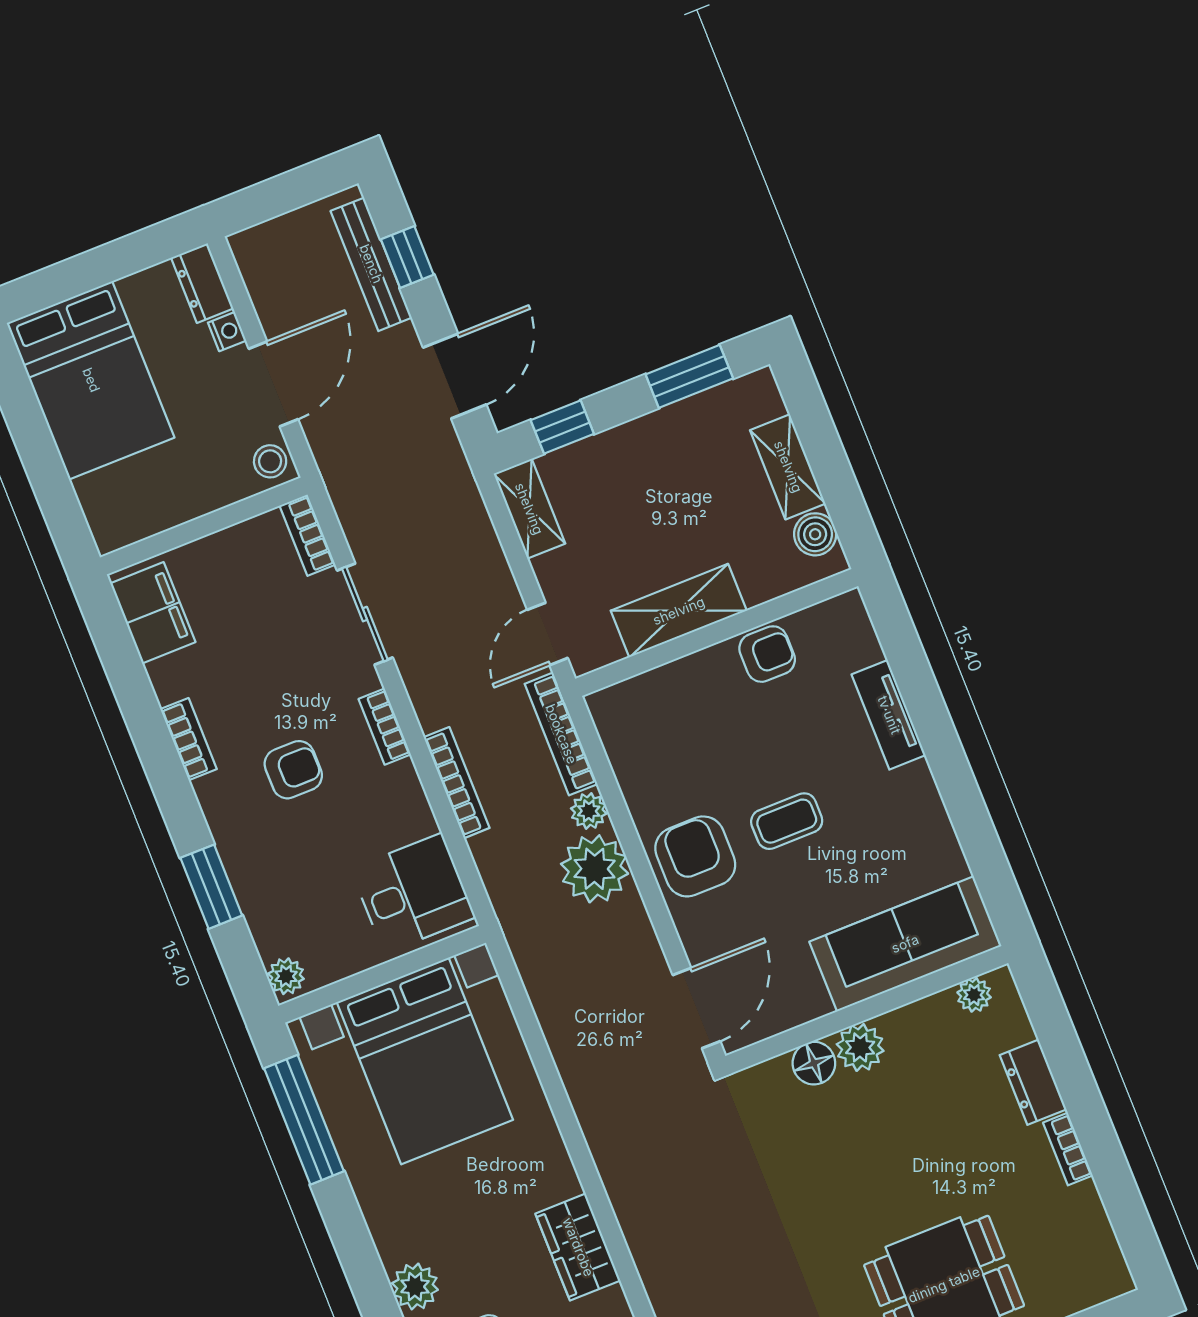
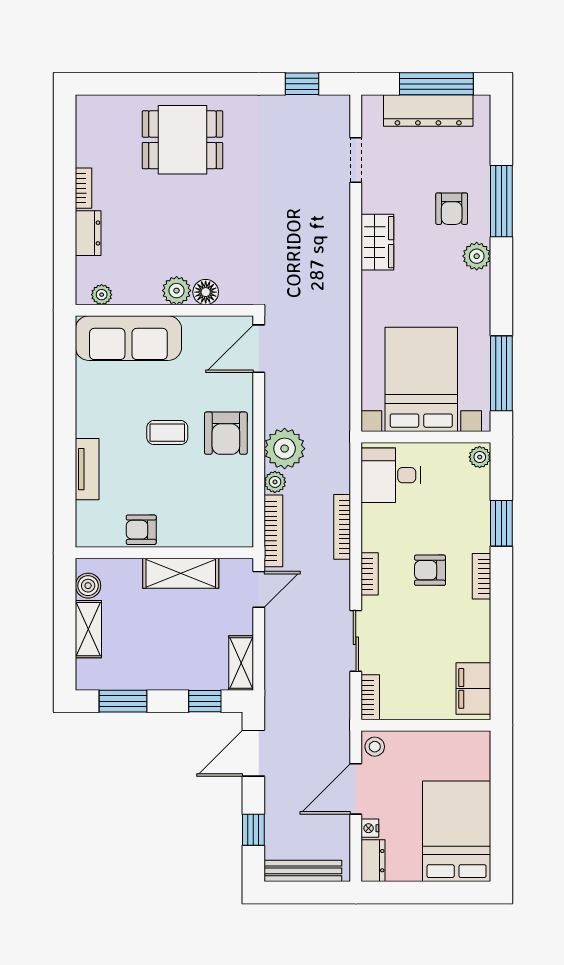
bench: (371, 264) -> (303, 871), moved, turned 90
bookcase: (189, 739) -> (481, 576), moved

